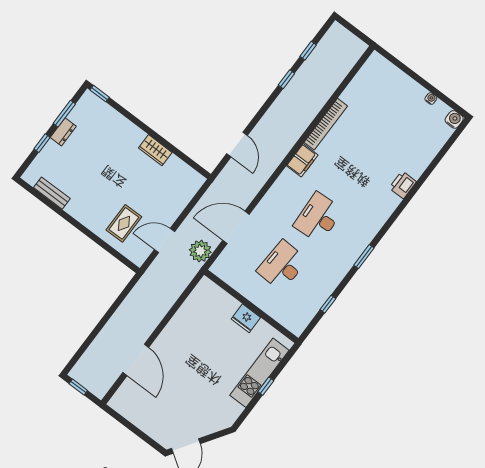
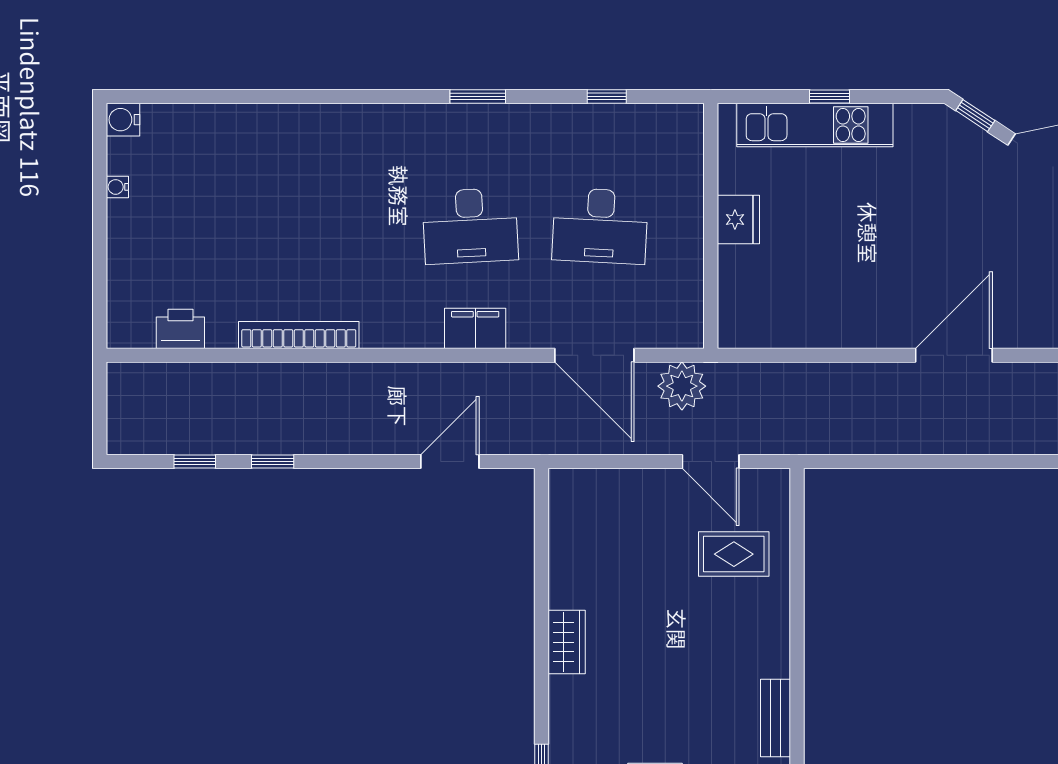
wardrobe: (155, 150) -> (567, 642), moved
filing cabinet: (302, 160) -> (475, 328), moved
printer: (403, 185) -> (180, 329), moved, turned 180
window: (218, 435) -> (975, 116), added

